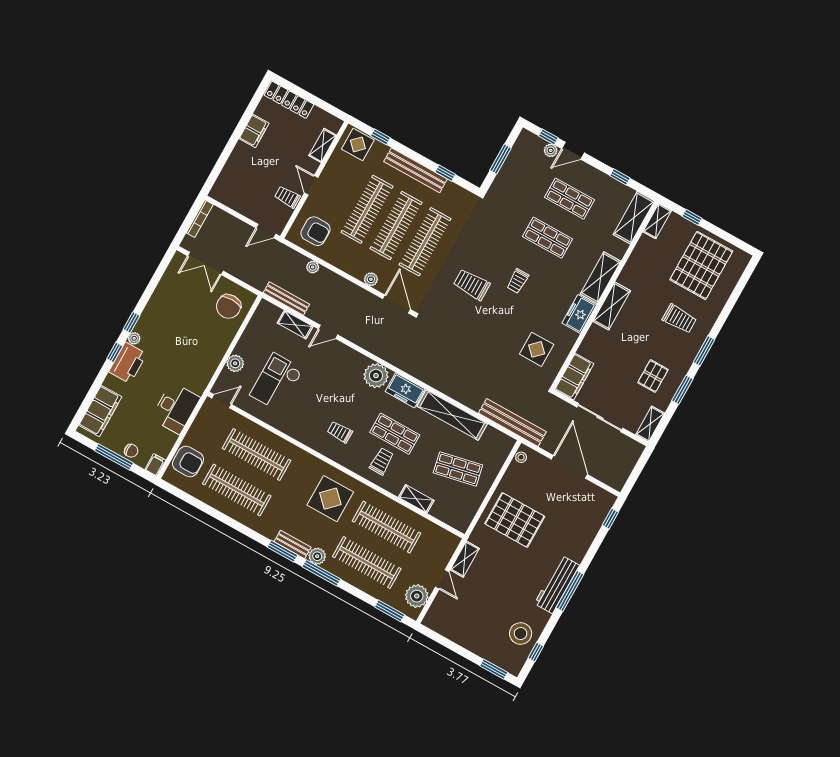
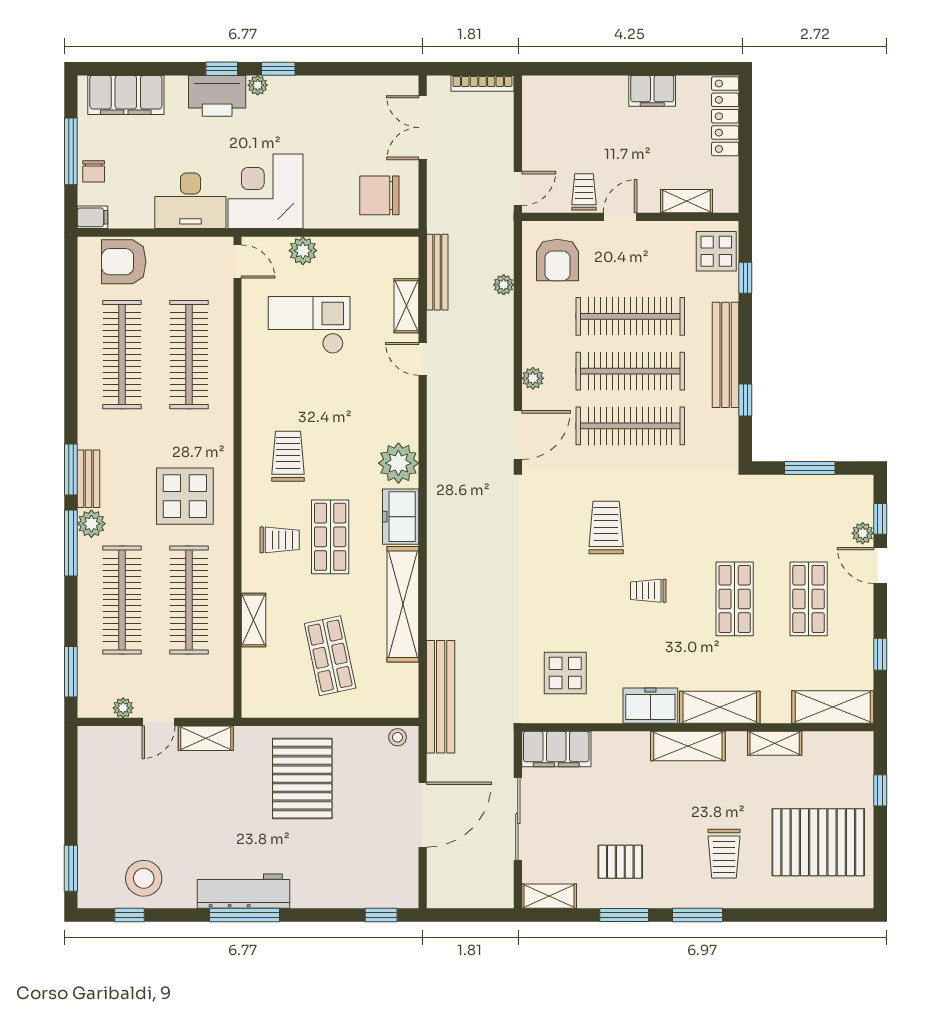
shelving: (657, 221) -> (775, 743), moved
door: (266, 231) -> (518, 188), swing flipped
corner desk: (193, 366) -> (266, 191), added
trolley: (340, 432) -> (288, 456), width x1.36, depth x1.39
armchair: (188, 461) -> (124, 262), turned 90
plant: (417, 596) -> (123, 708), width x0.53, depth x0.53

